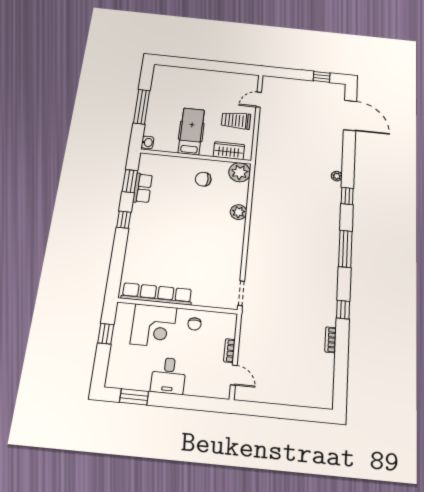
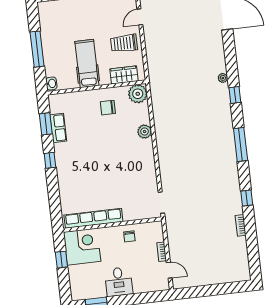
corner desk: (154, 326) -> (82, 247), moved, turned -90

